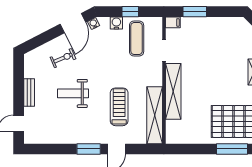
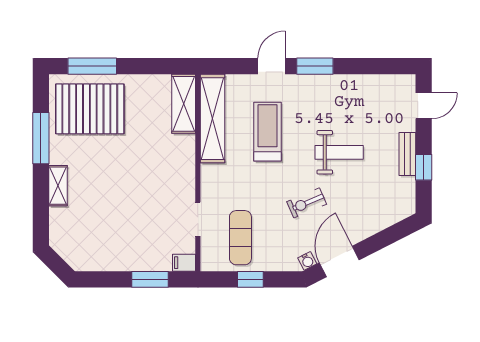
water cooler: (116, 23) -> (272, 262), removed
exercise bike: (63, 58) -> (307, 203), moved
window: (19, 84) -> (424, 167), added
shelving: (173, 91) -> (184, 104), moved, width x0.68
treadmill: (119, 107) -> (268, 132), turned 180

